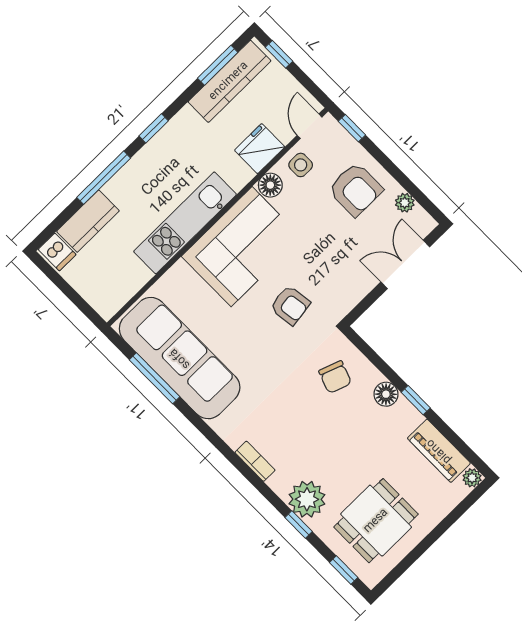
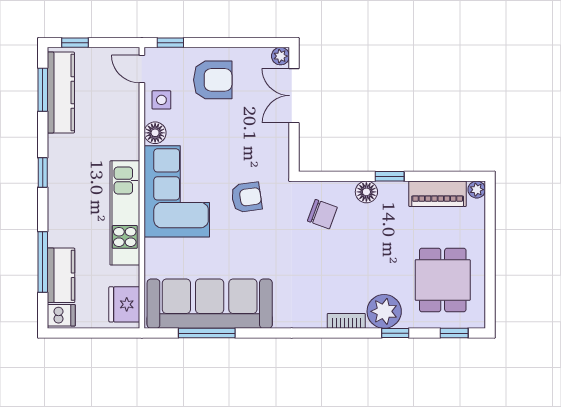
fridge: (260, 149) -> (124, 304), moved
window: (104, 178) -> (43, 262), moved
plant: (405, 203) -> (280, 56), moved
bookcase: (255, 461) -> (346, 321), moved

